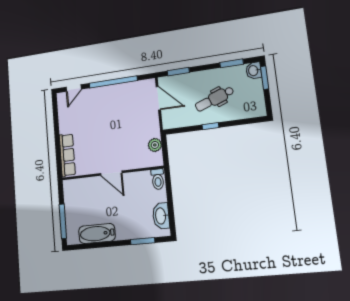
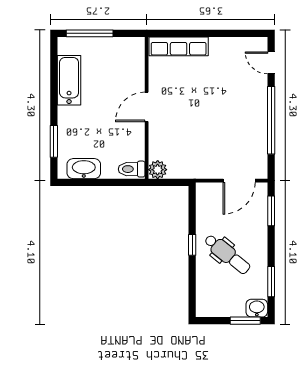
dental chair: (214, 99) -> (227, 254), turned 149
plant: (155, 145) -> (158, 170), moved

